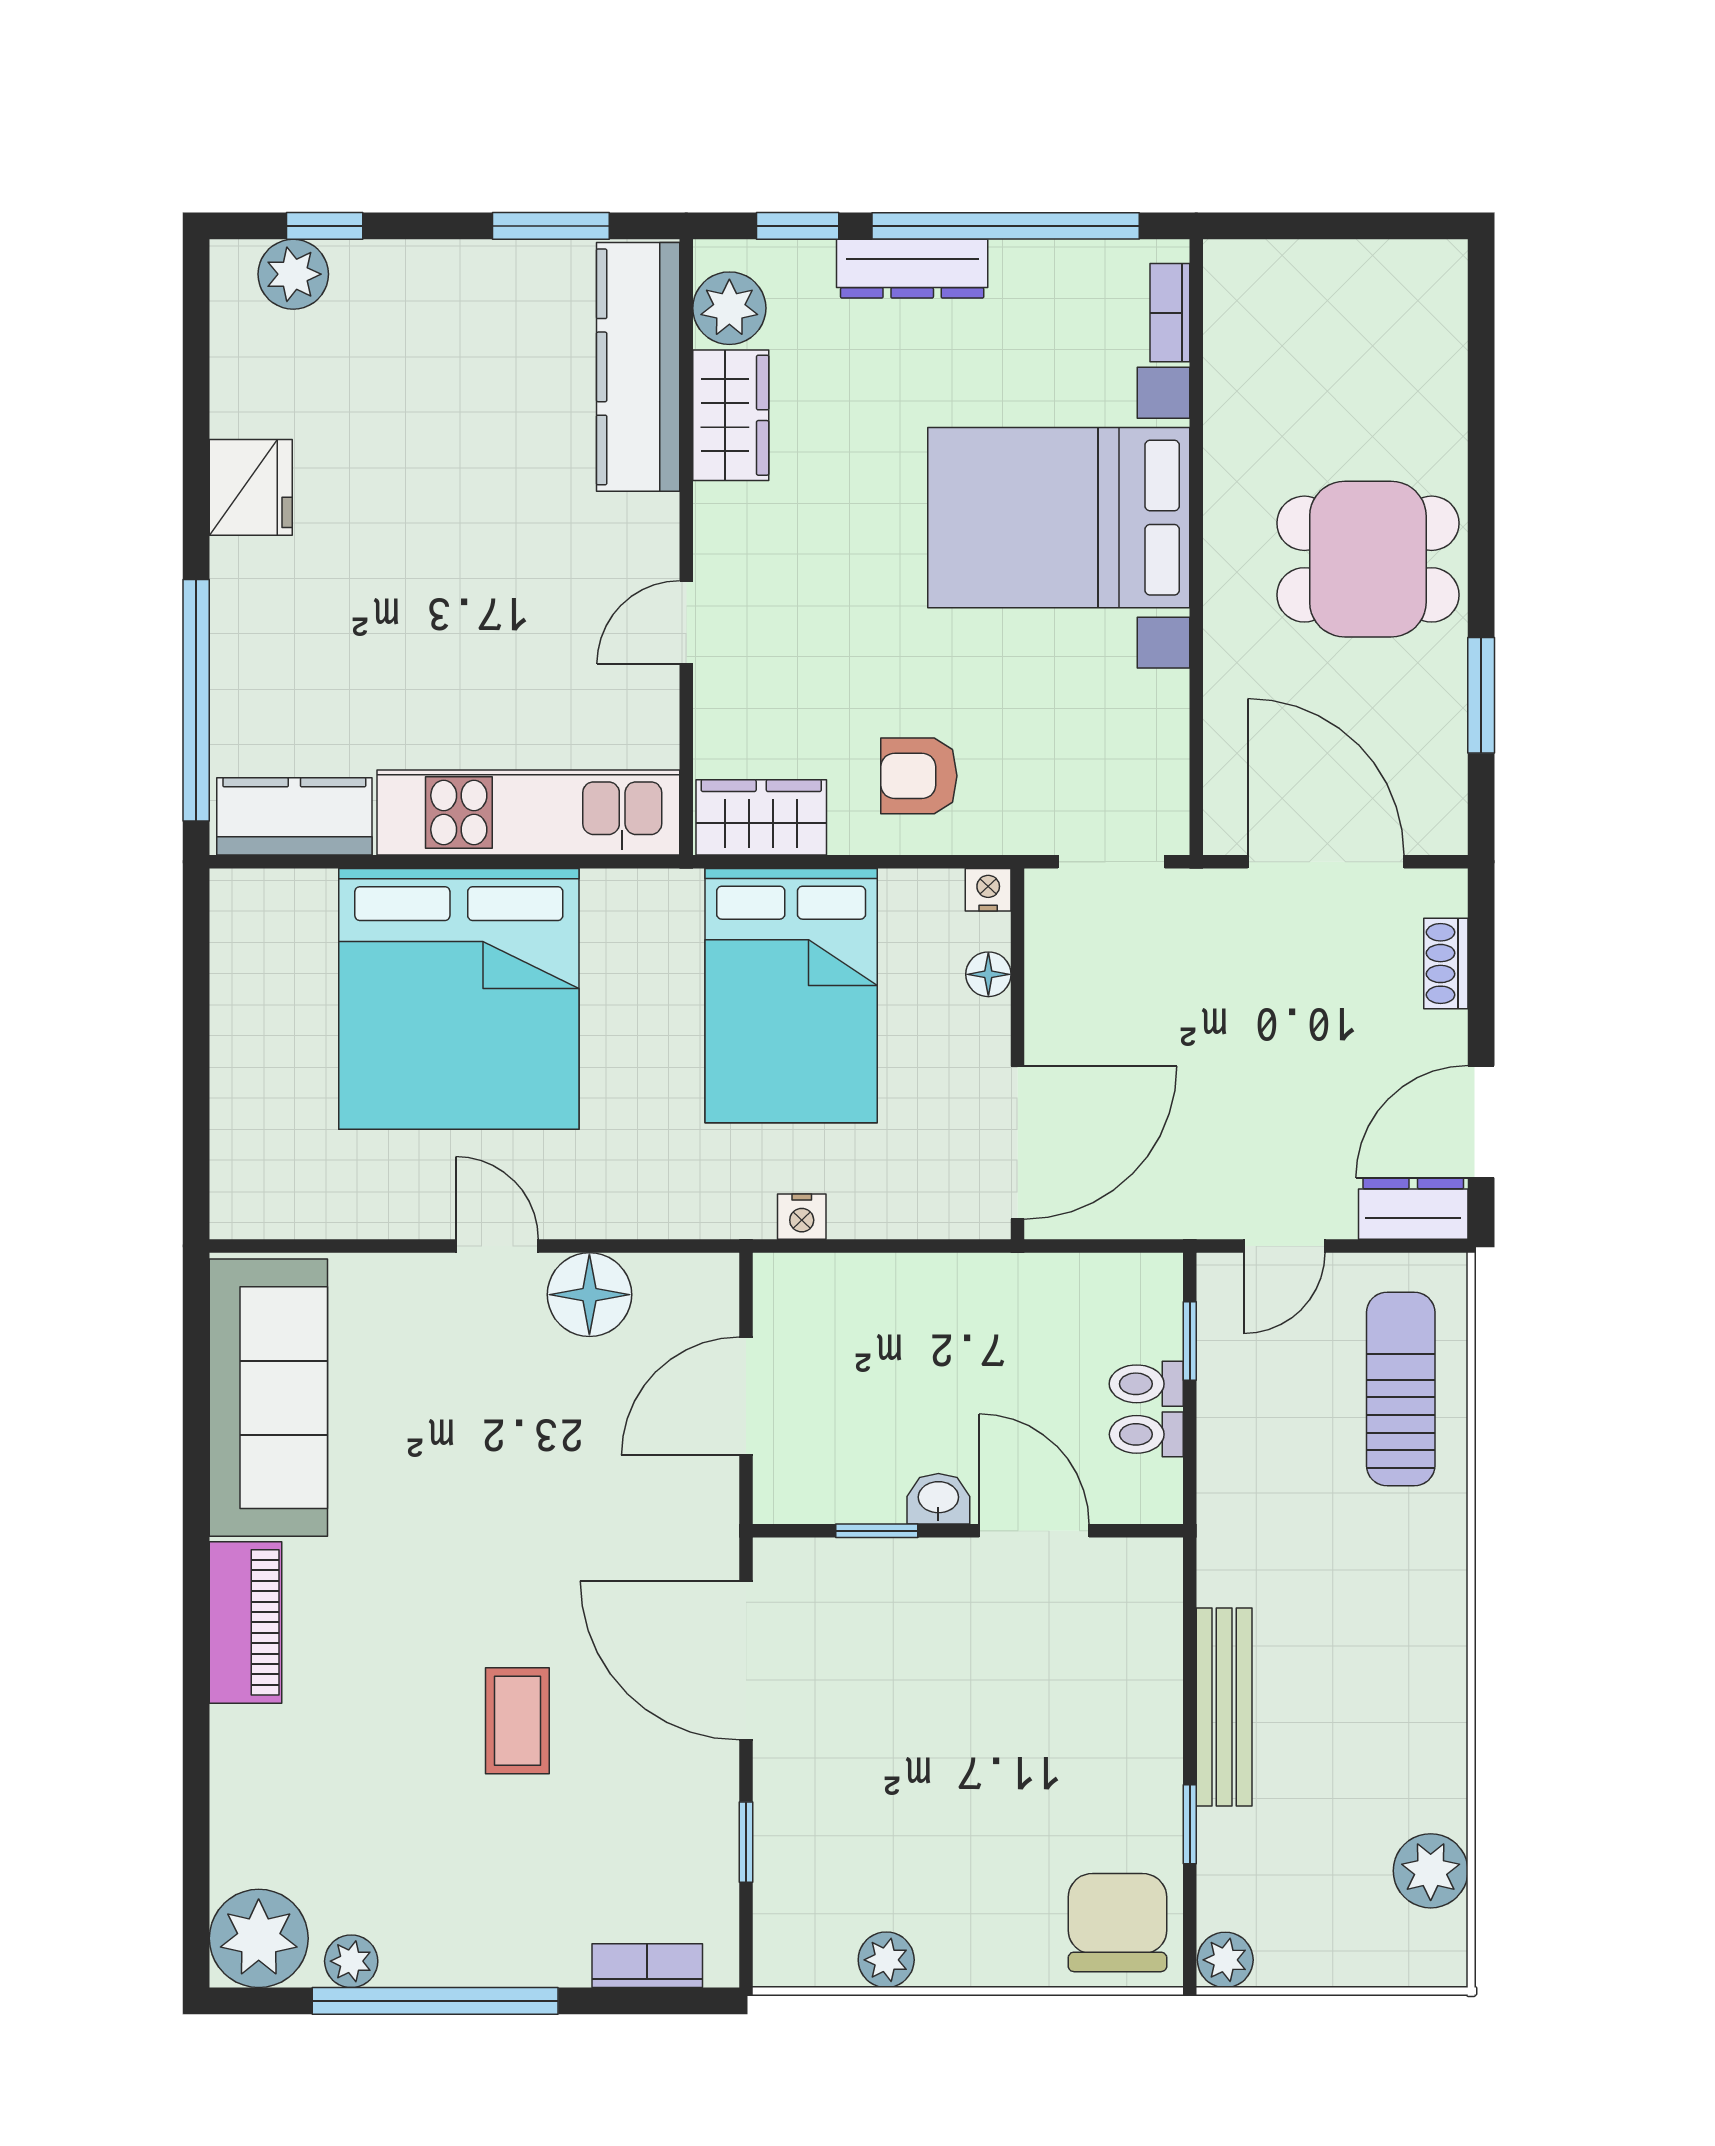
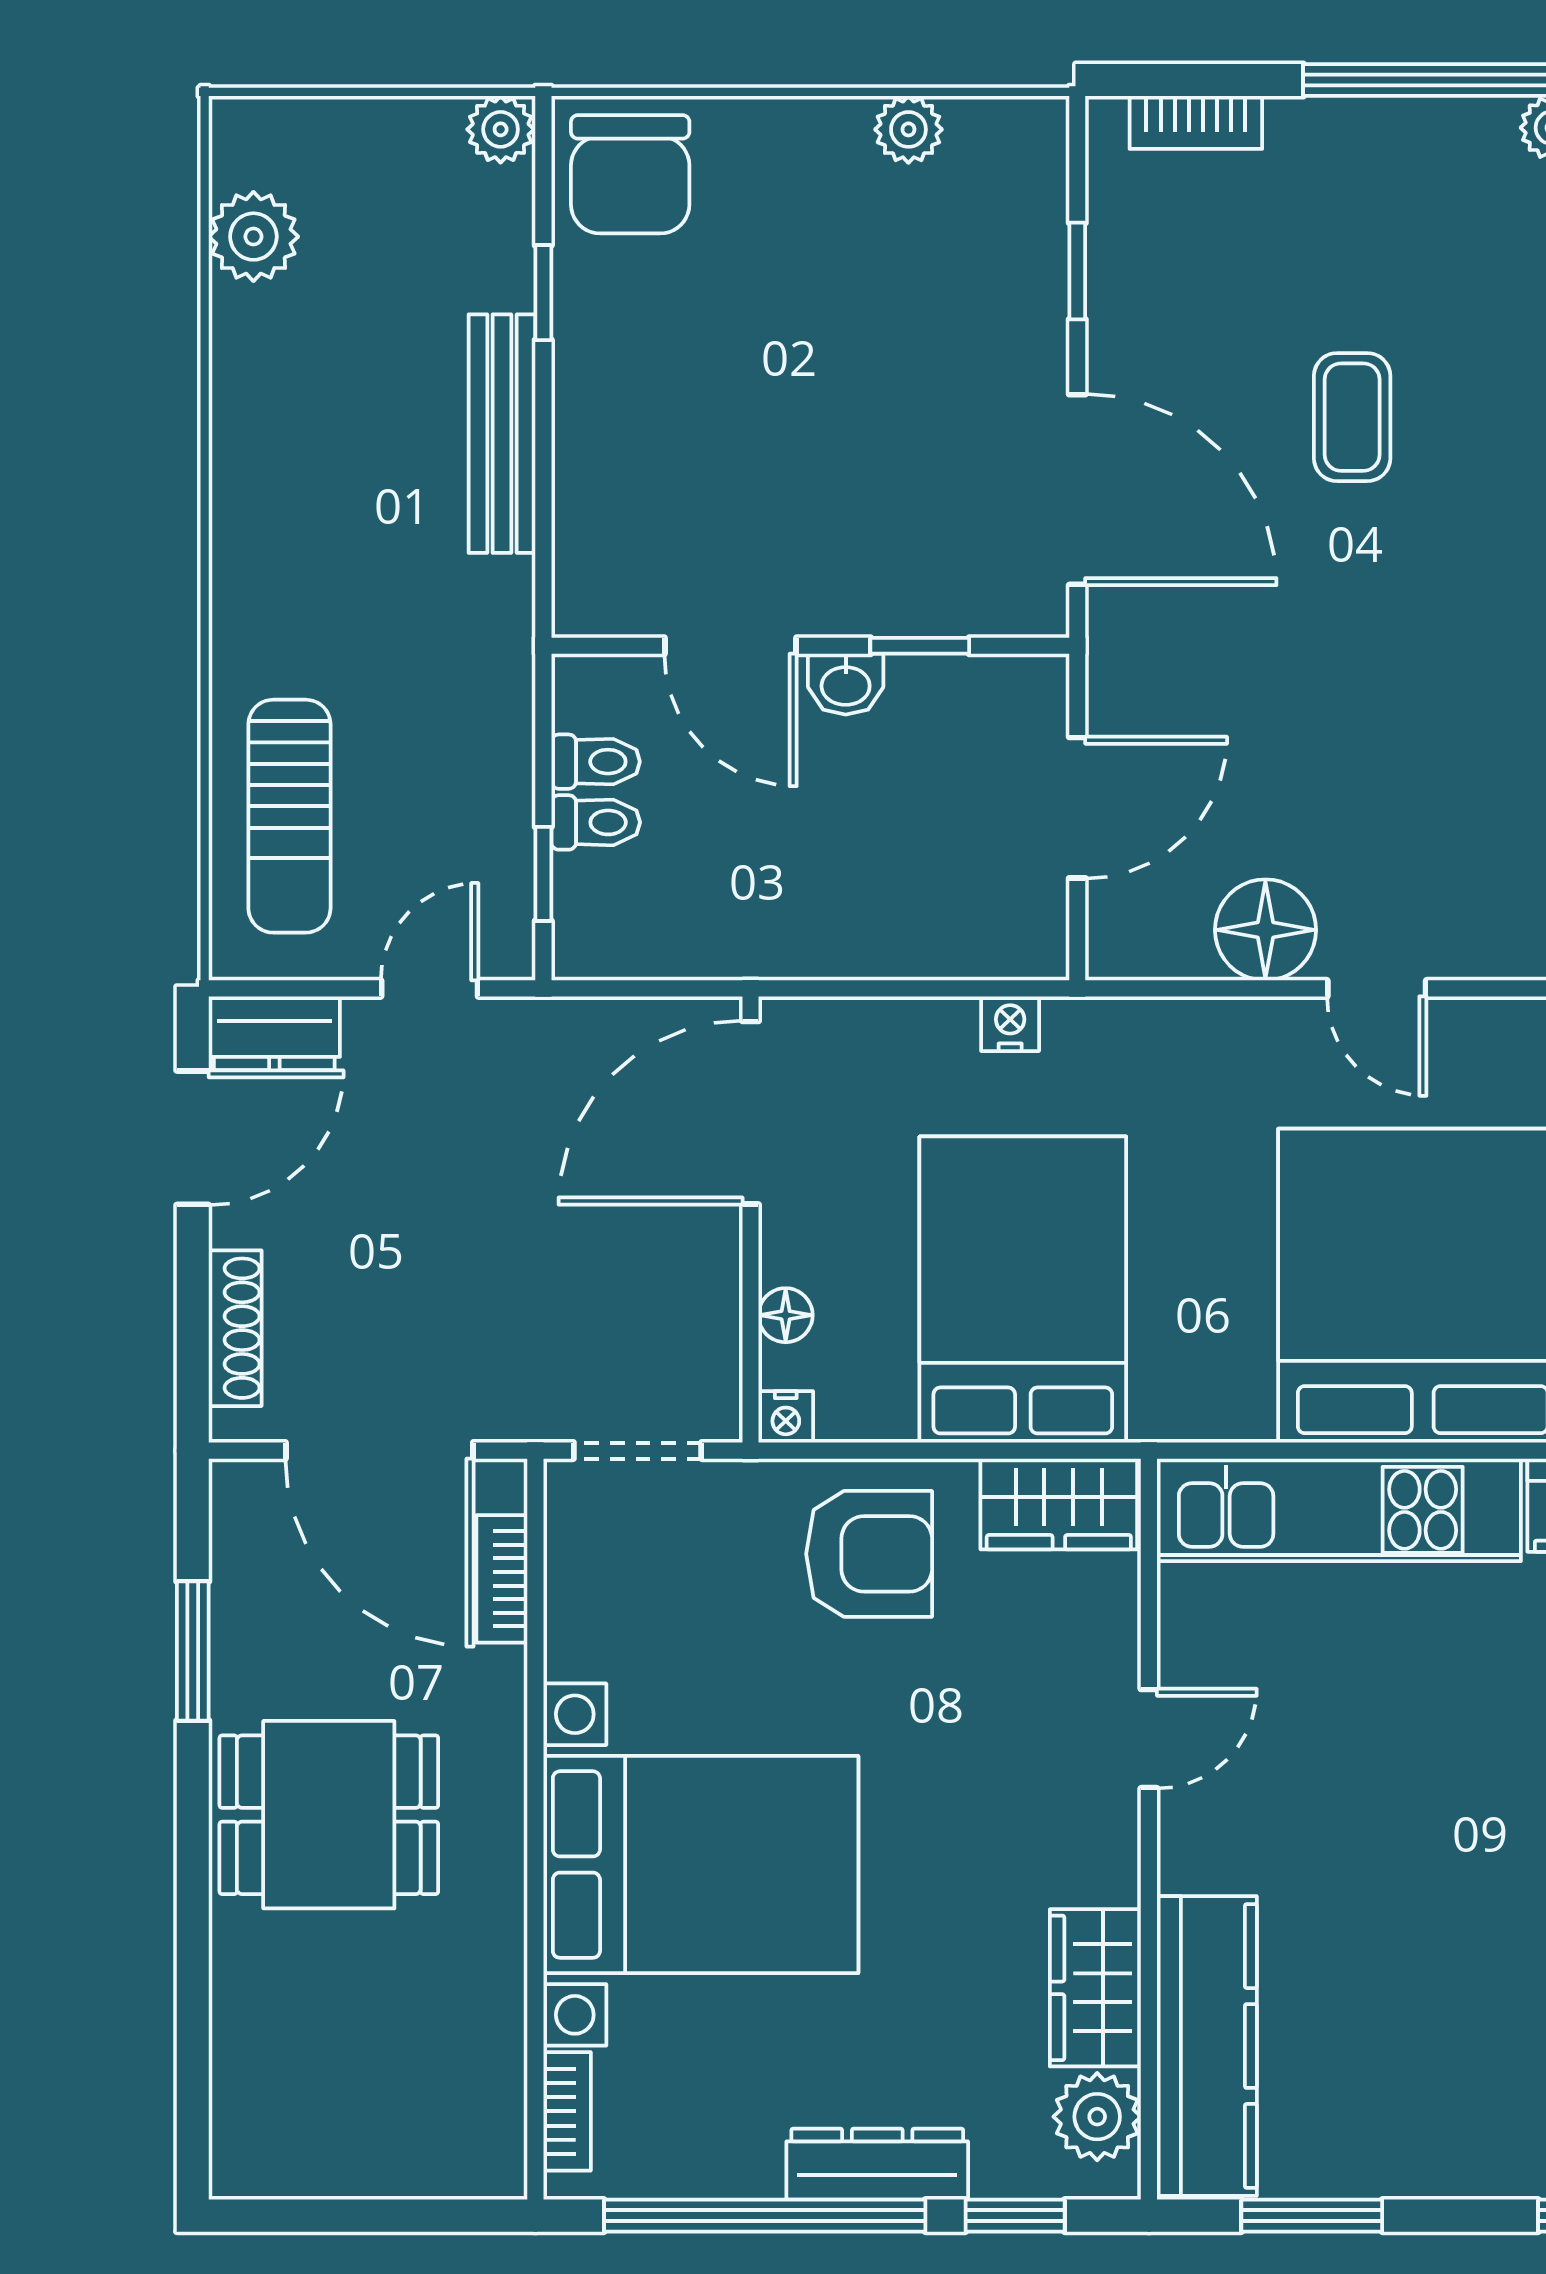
bookcase: (1224, 755) -> (502, 1579), added
armchair: (919, 776) -> (869, 1554), width x1.38, depth x1.38
shoe rack: (1446, 964) -> (235, 1328), width x1.43

